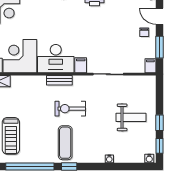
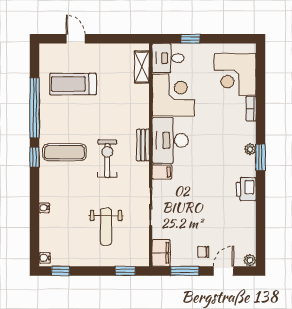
filing cabinet: (150, 66) -> (161, 253), width x2.00
weight bench: (131, 117) -> (106, 227), moved
window: (159, 123) -> (125, 271), moved

